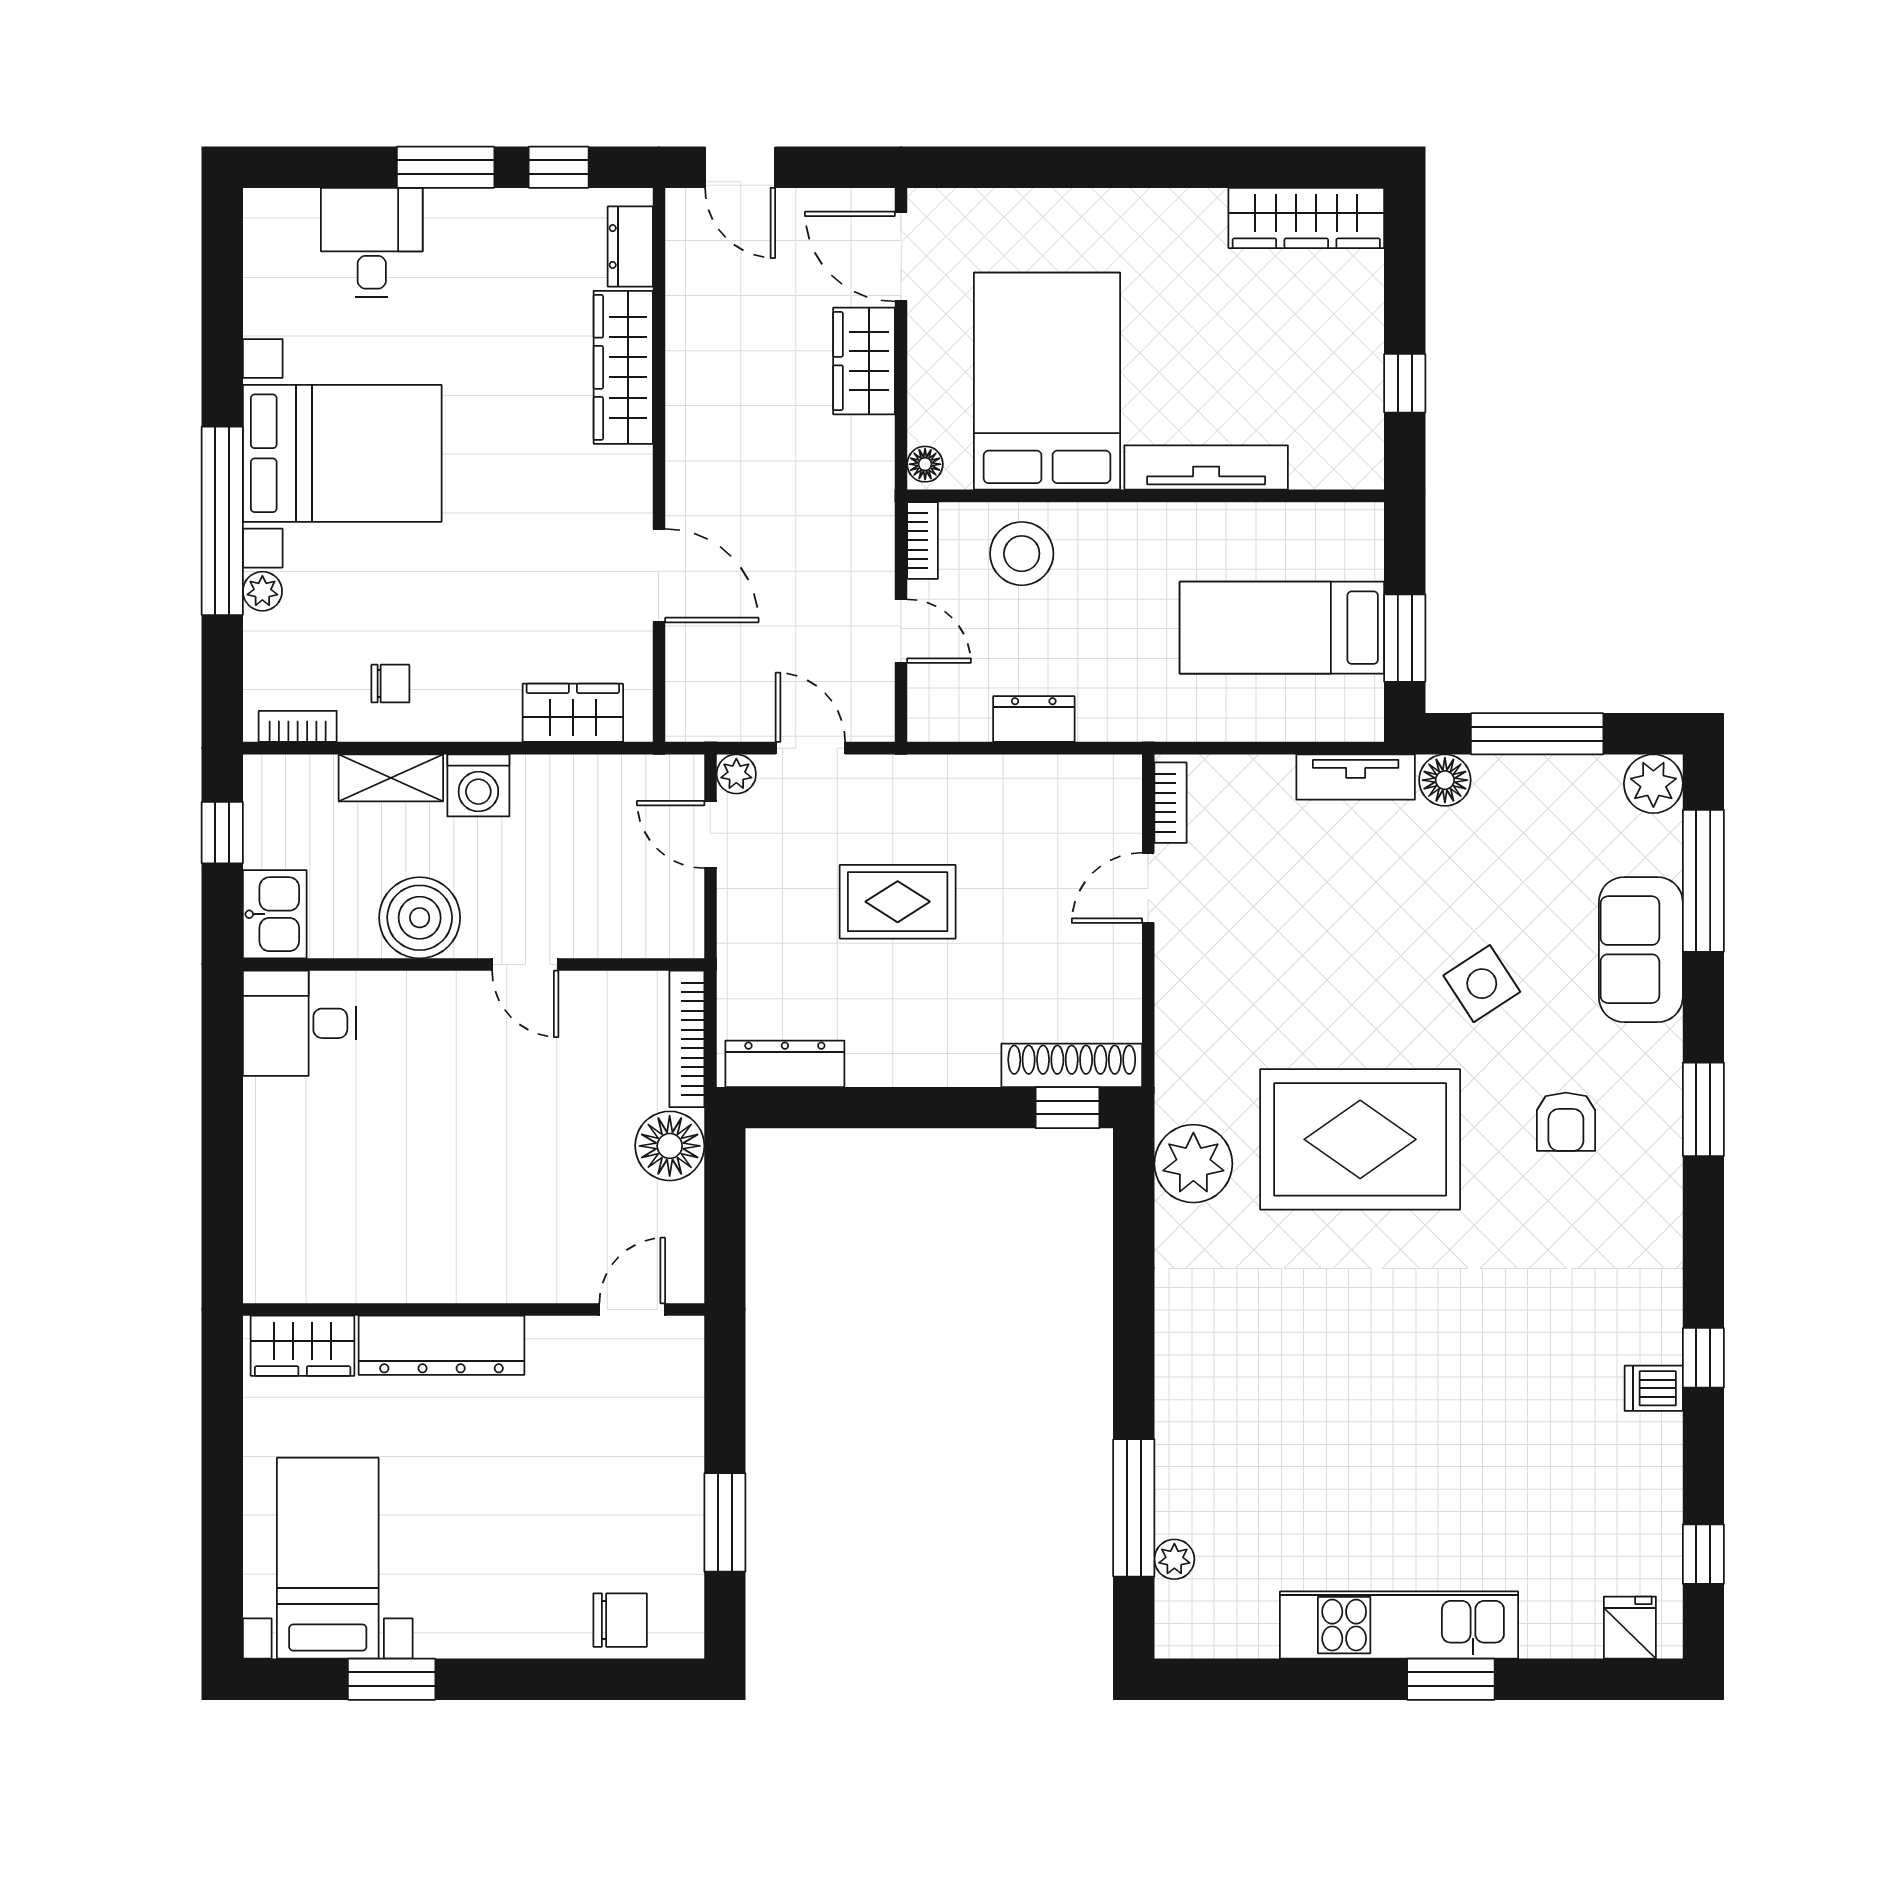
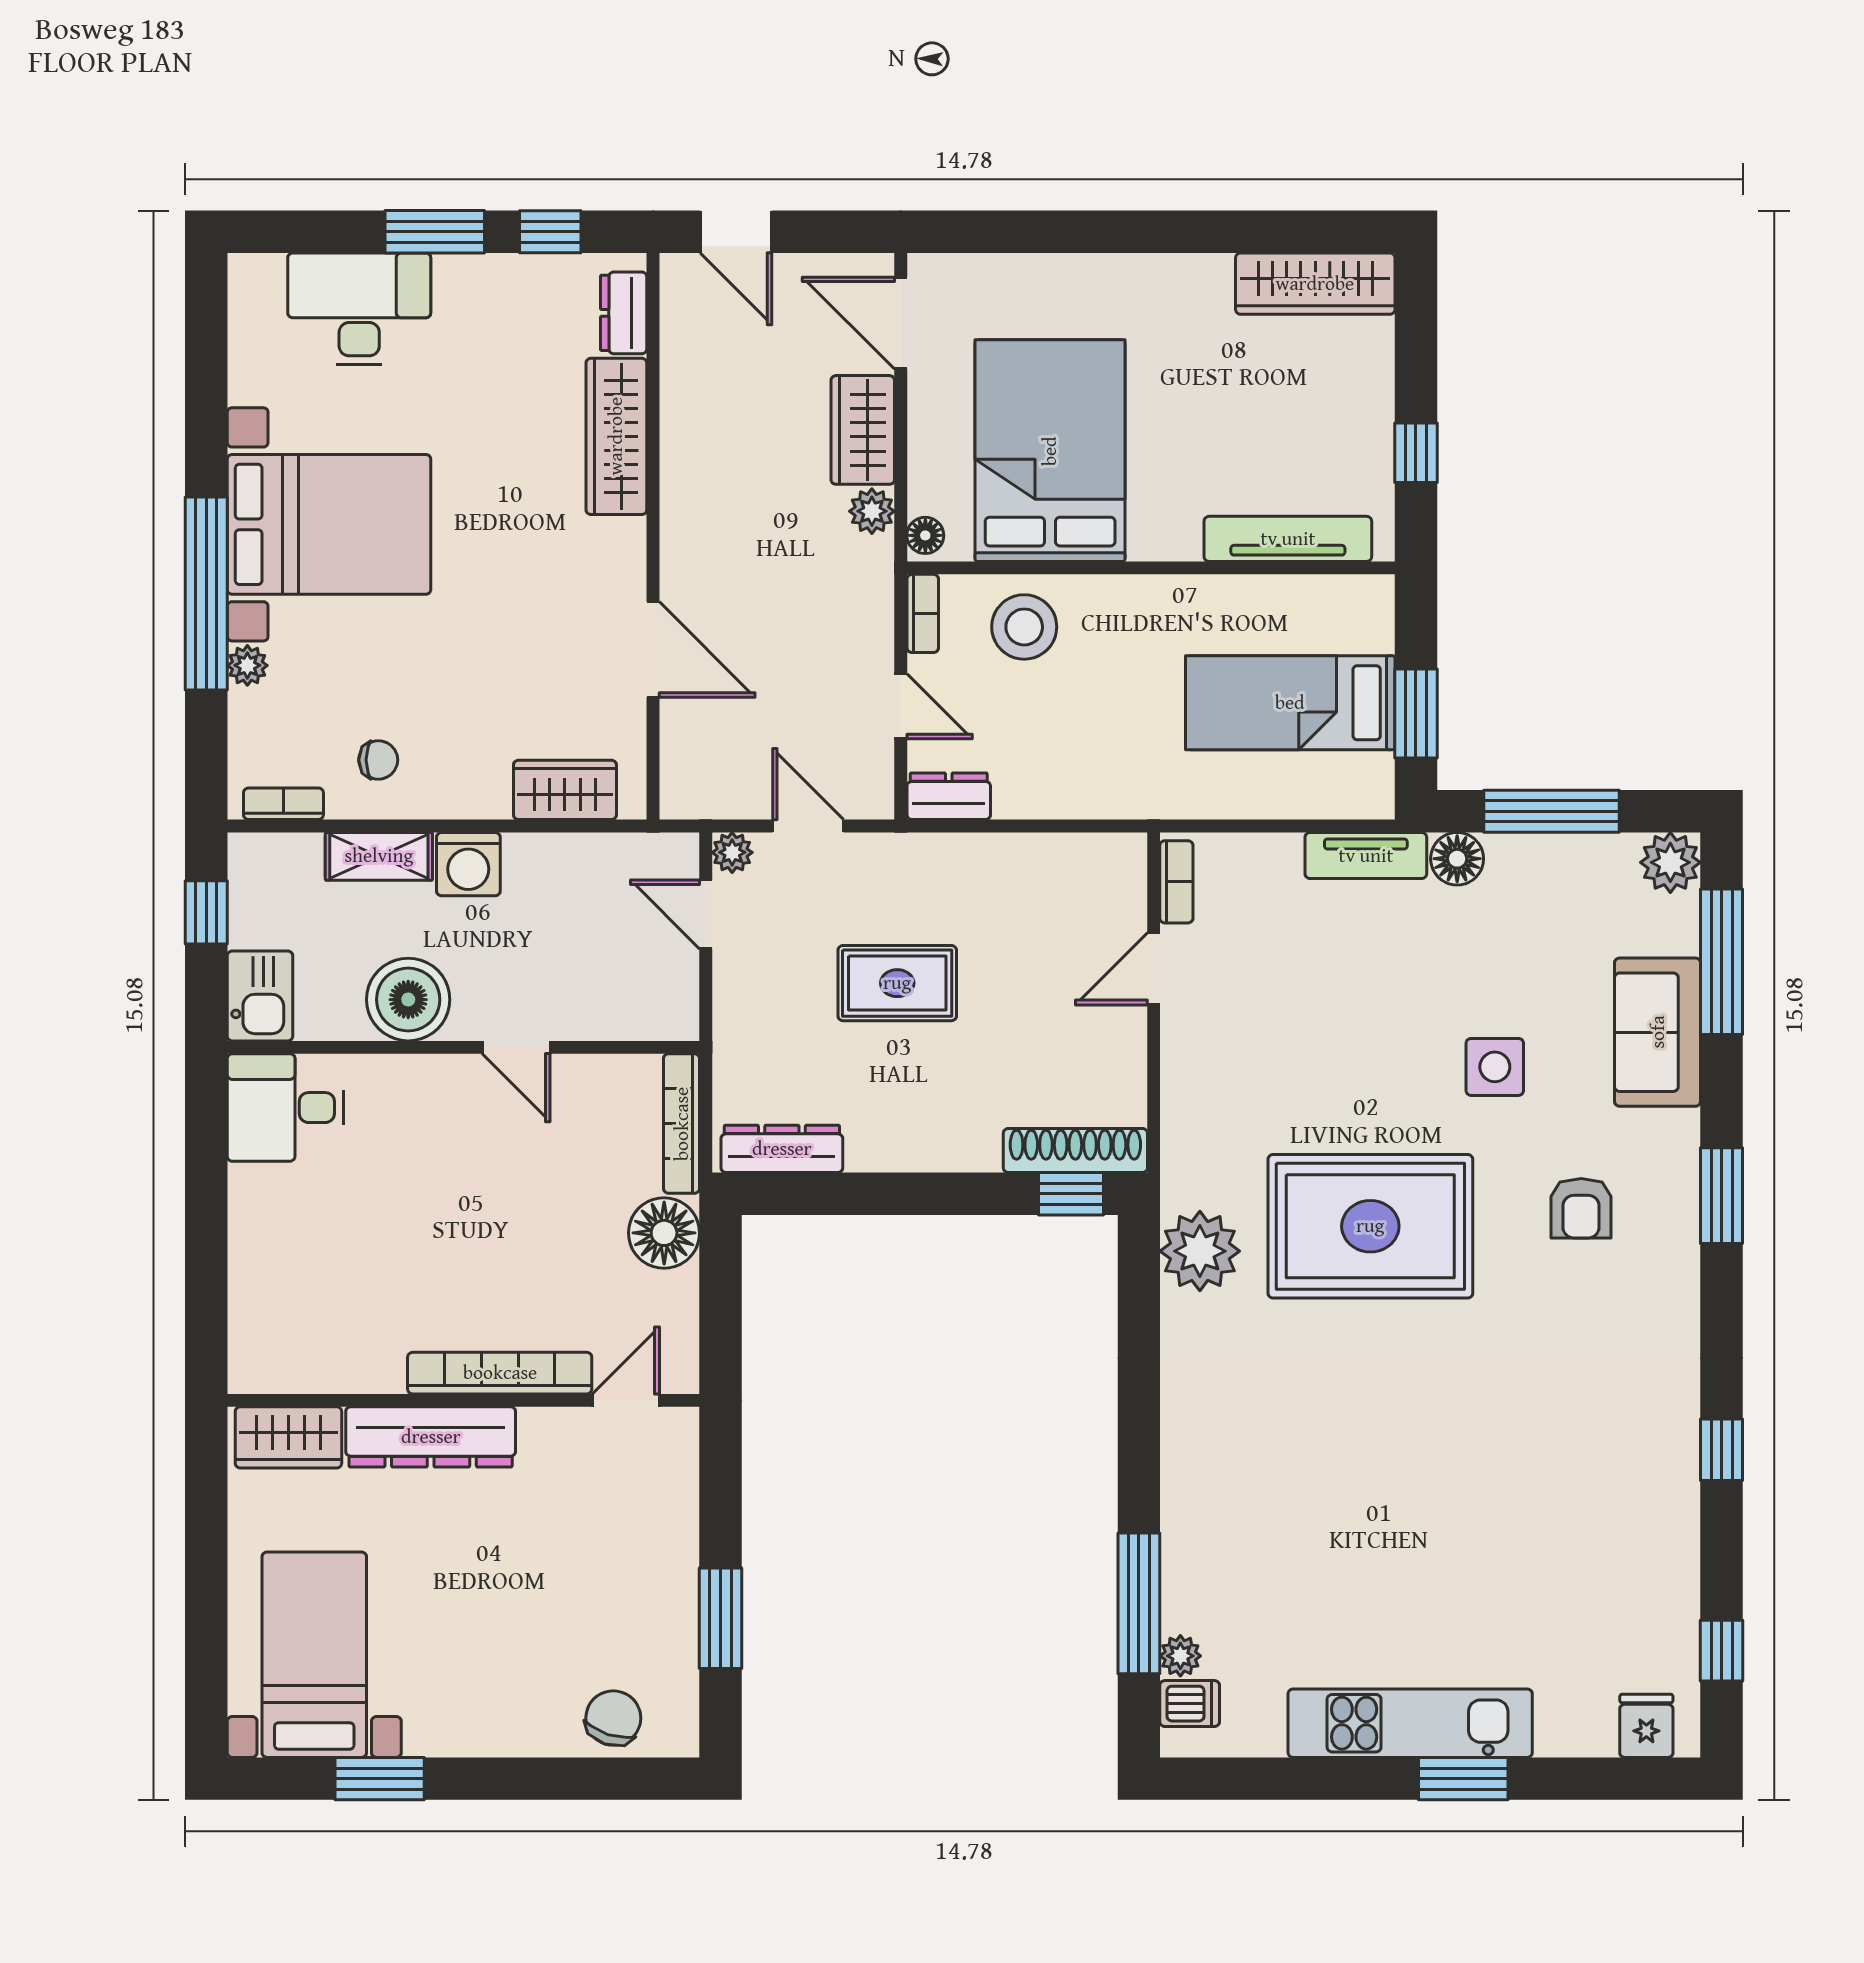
desk: (372, 243) -> (359, 309), width x1.37
plant: (873, 440) -> (872, 511), added
tv unit: (1206, 467) -> (1288, 539), moved
dresser: (1034, 719) -> (949, 796), moved
side table: (1482, 984) -> (1495, 1067), turned 33
bookcase: (509, 1283) -> (500, 1373), added
dishwasher: (1654, 1388) -> (1190, 1704), moved, turned 180
chair: (620, 1620) -> (613, 1718), turned -72

